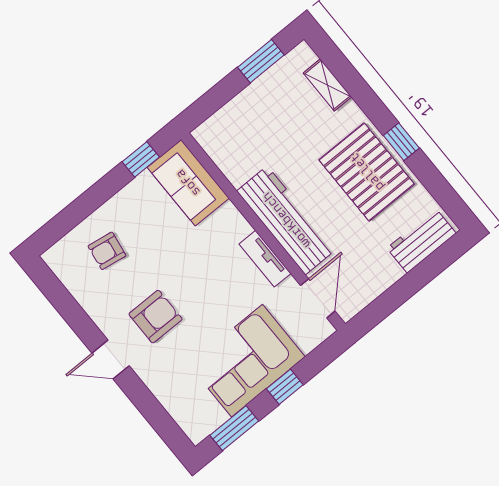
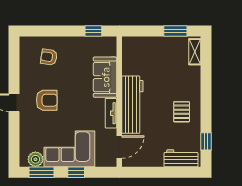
shelving: (327, 85) -> (195, 52), moved
window: (401, 142) -> (206, 141), moved
pallet: (367, 172) -> (182, 112), width x0.49, depth x0.50
sofa: (188, 183) -> (105, 77), moved
plant: (210, 416) -> (35, 159), added

